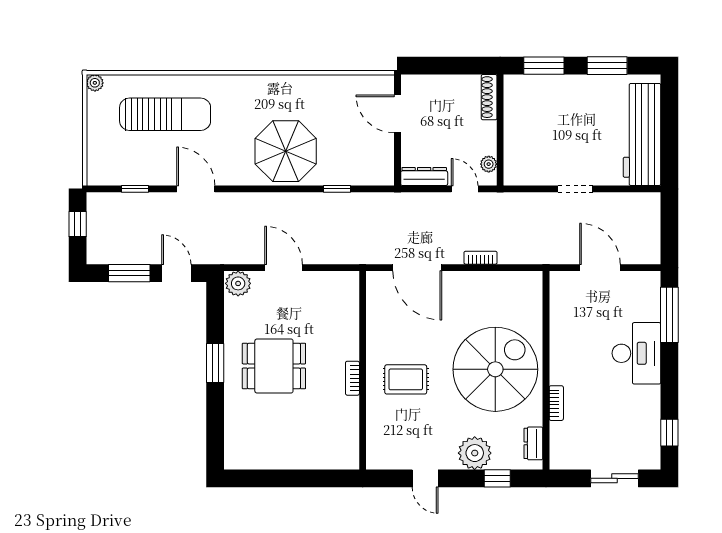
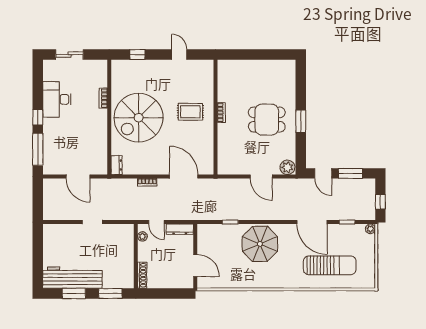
plant: (95, 83) -> (370, 229), moved
sun lounger: (165, 114) -> (330, 265), turned 180
workbench: (642, 134) -> (72, 278), moved, turned -90
door: (196, 189) -> (312, 222), width x1.36
desk: (636, 353) -> (57, 99), moved
window: (669, 433) -> (38, 117), moved
dresser: (533, 443) -> (117, 165), moved
plant: (475, 453) -> (150, 69), removed

